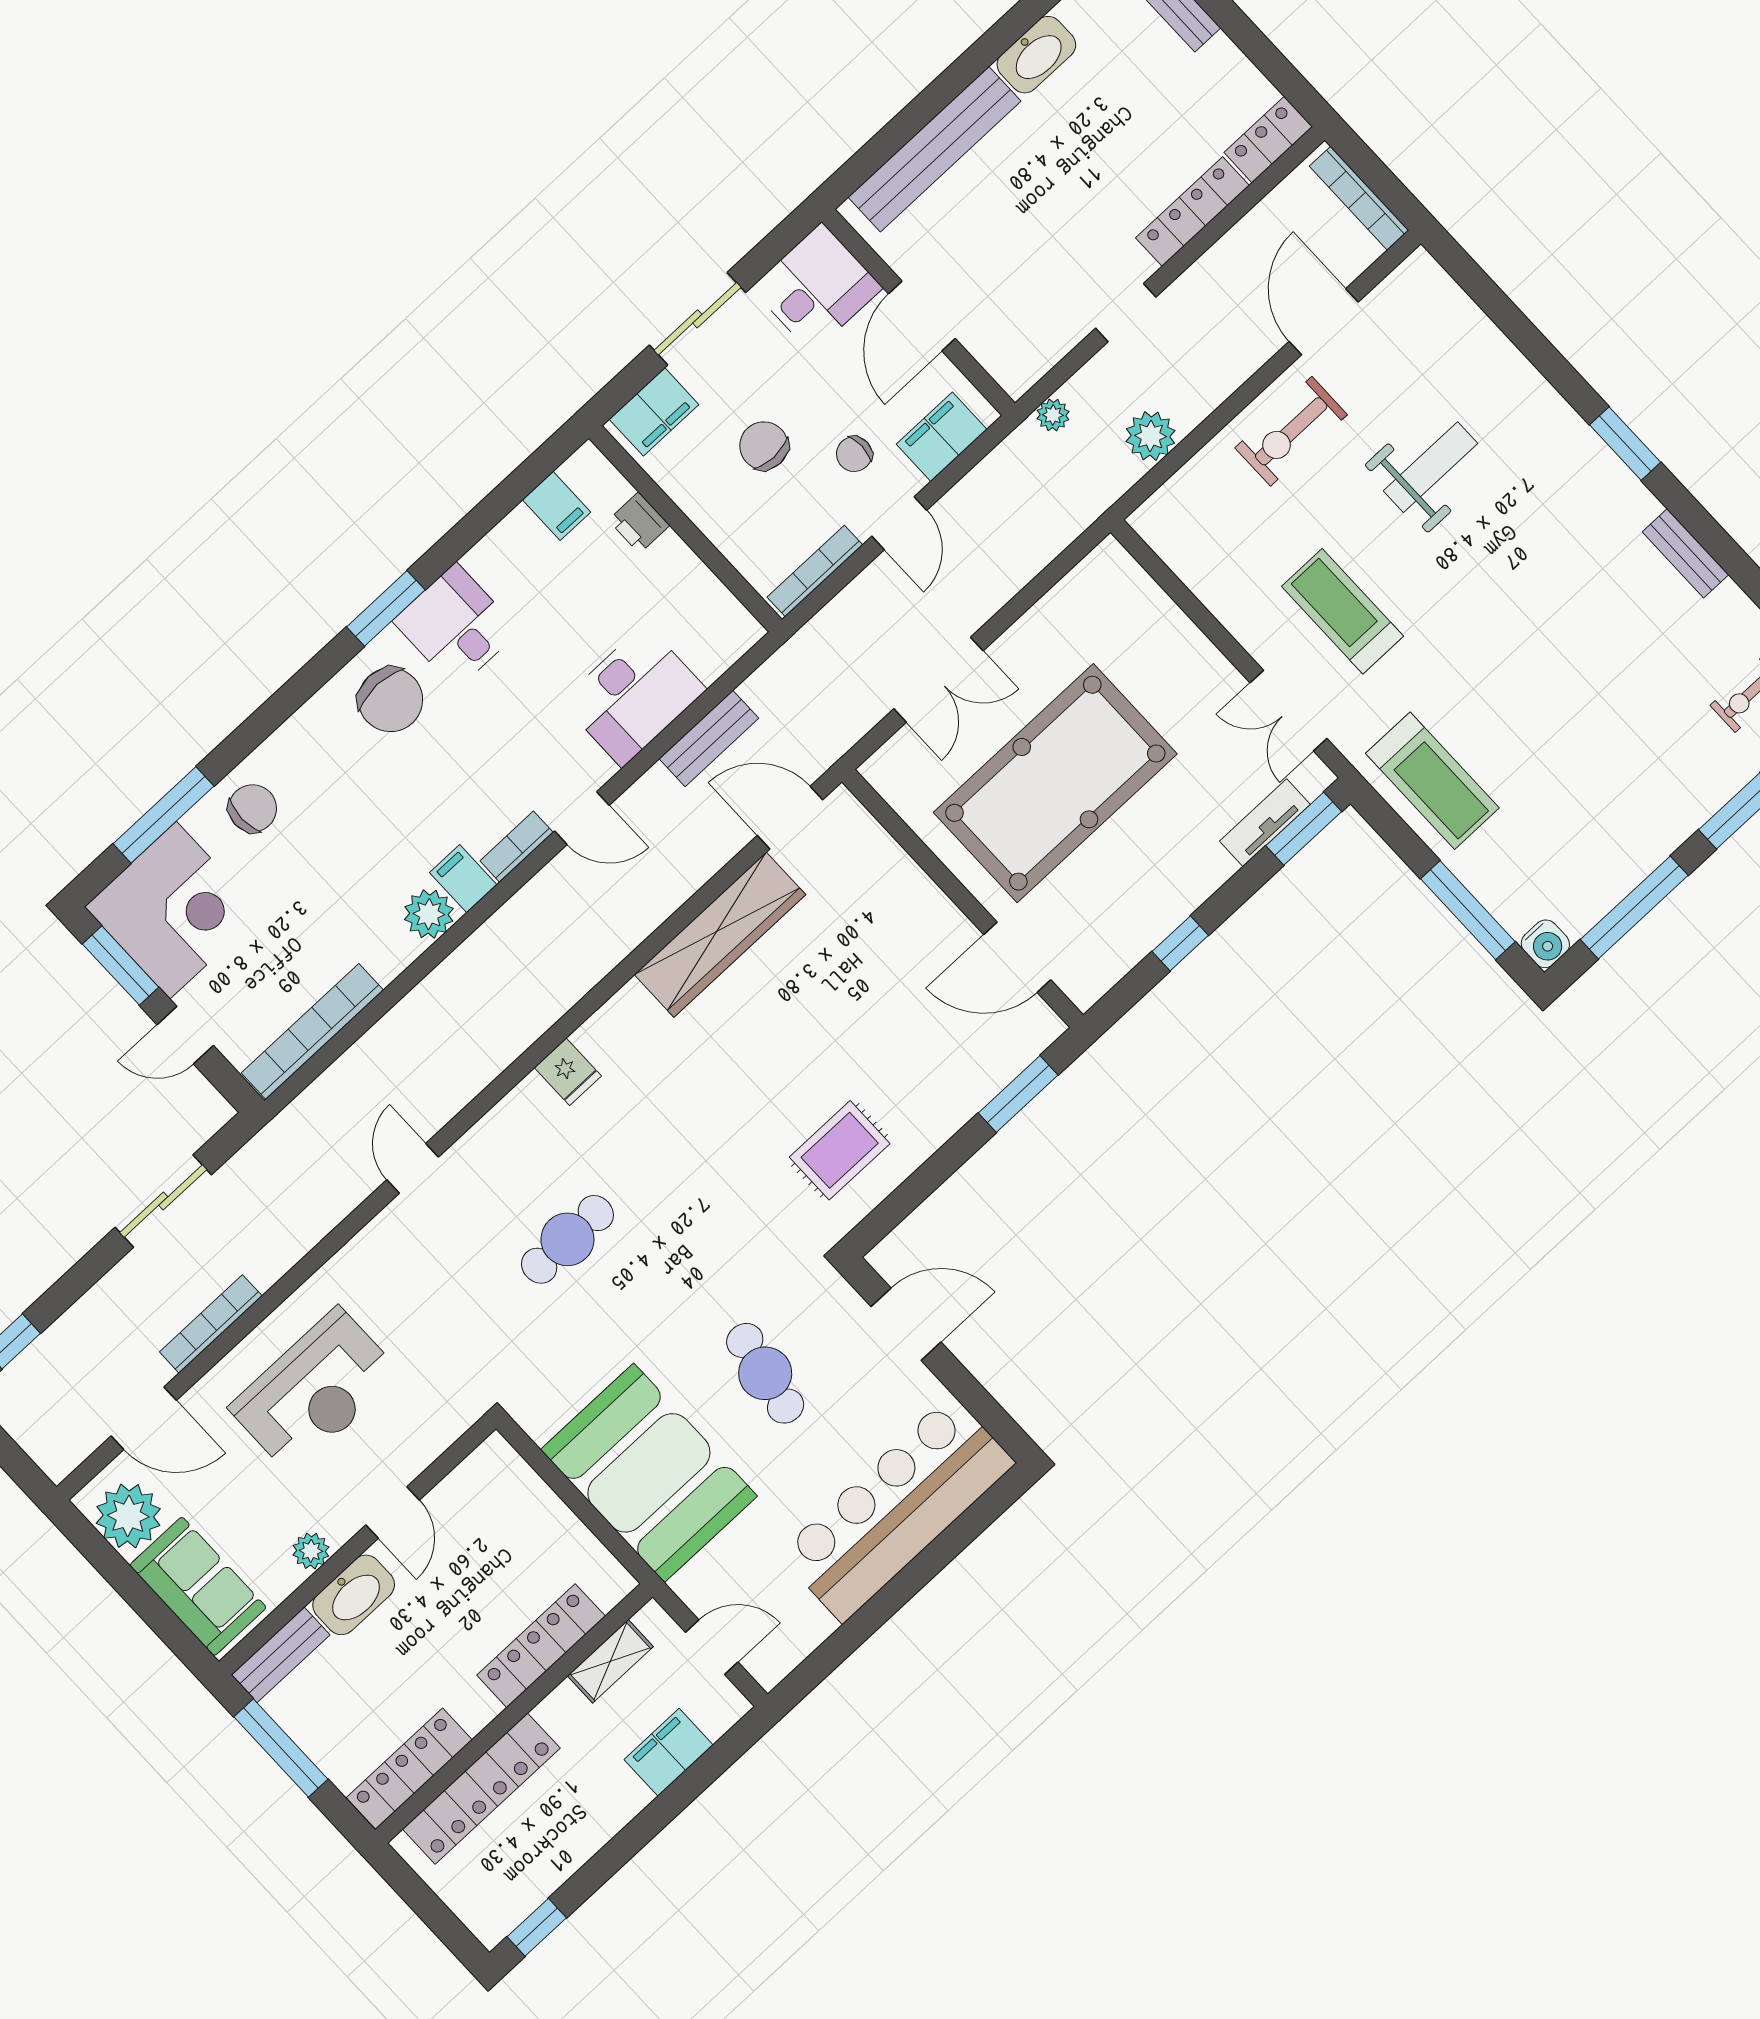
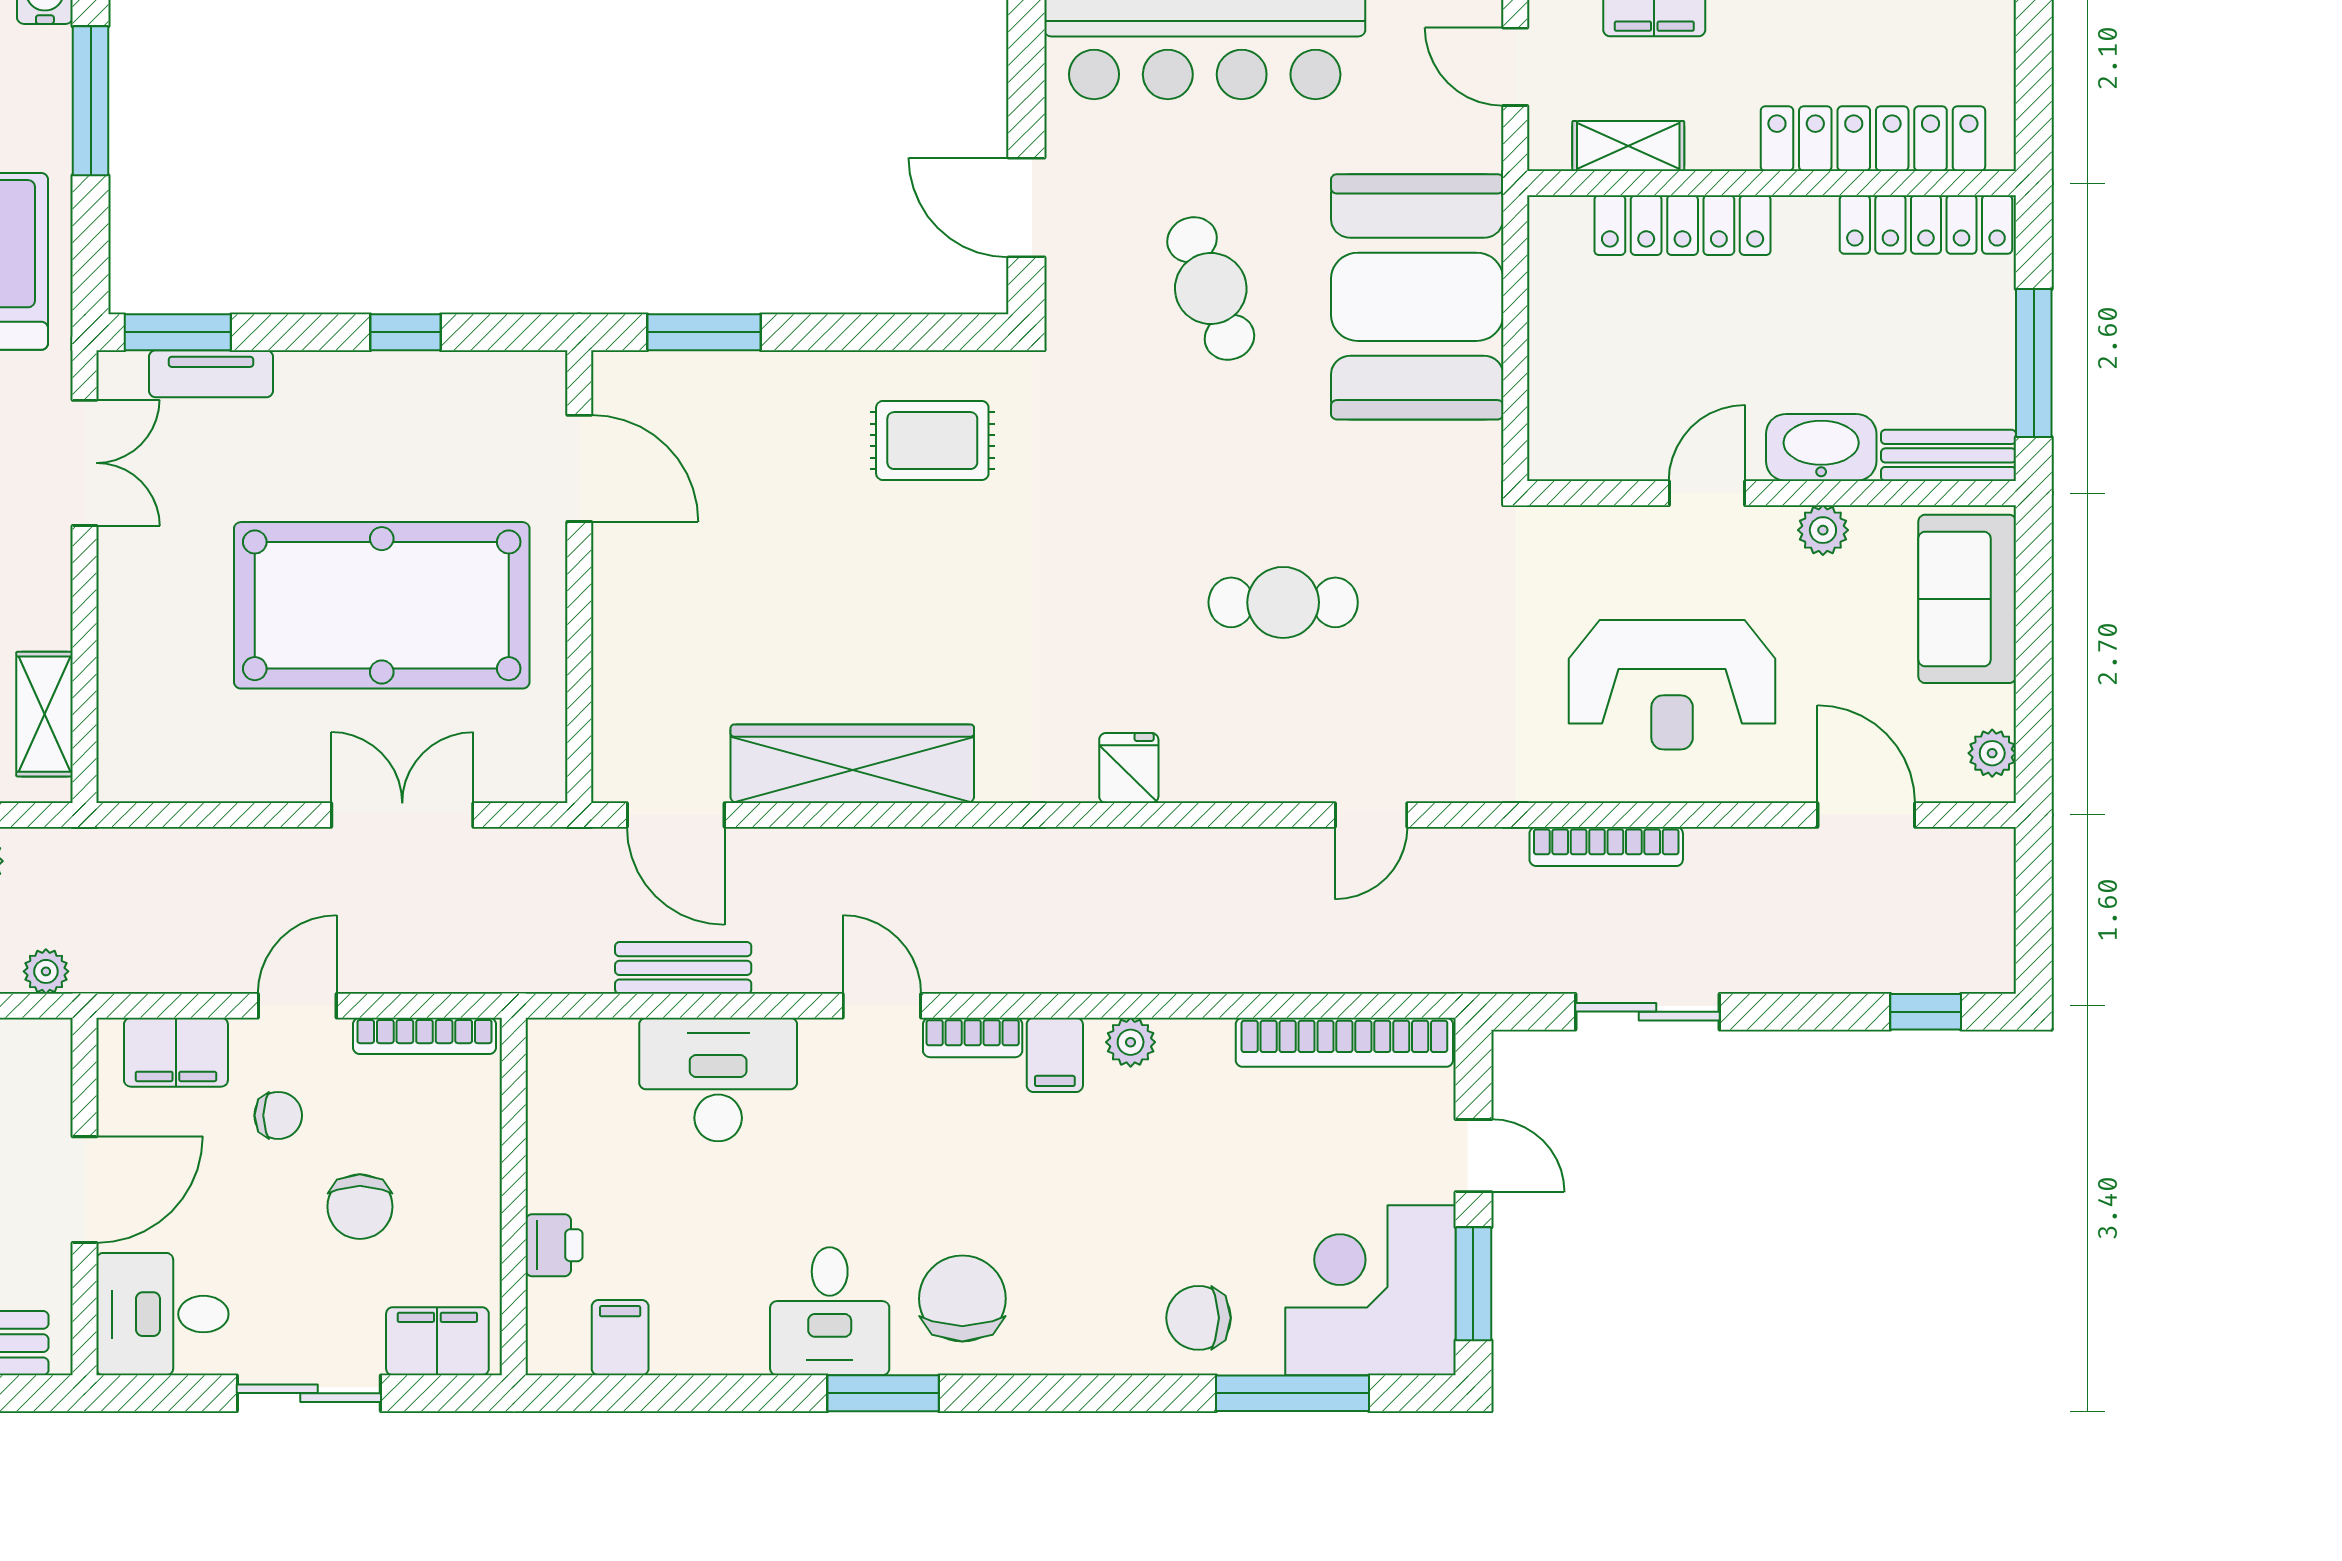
shelving: (1184, 554) -> (44, 714), added
plant: (429, 914) -> (1131, 1042), width x0.73, depth x0.73
bookcase: (211, 1324) -> (1606, 847), moved
cafe table: (765, 1373) -> (1211, 289), turned -32
reception desk: (315, 1391) -> (1672, 685), turned 180
plant: (128, 1516) -> (1992, 753), width x0.53, depth x0.53

